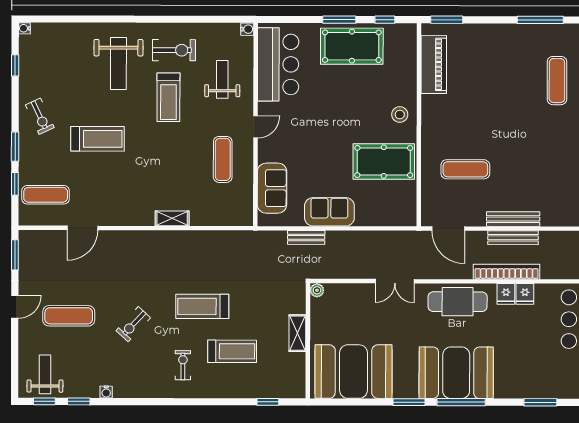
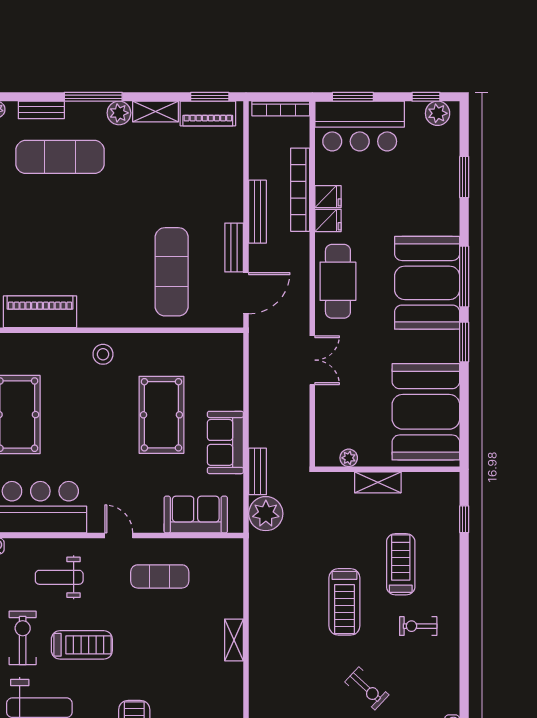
exercise mat: (557, 81) -> (60, 157), width x1.36, depth x1.45
pool table: (384, 162) -> (161, 415), moved
exercise mat: (465, 169) -> (172, 272), width x1.36, depth x1.45
bench: (513, 219) -> (234, 247), moved, width x0.73
plant: (273, 244) -> (266, 514), added
bookcase: (506, 272) -> (300, 190), moved
plant: (317, 290) -> (349, 458), moved

